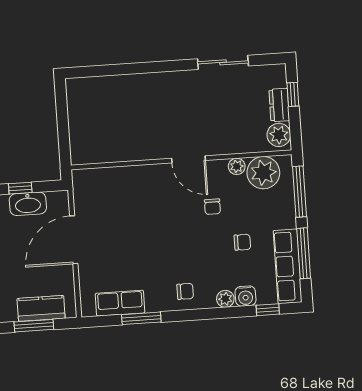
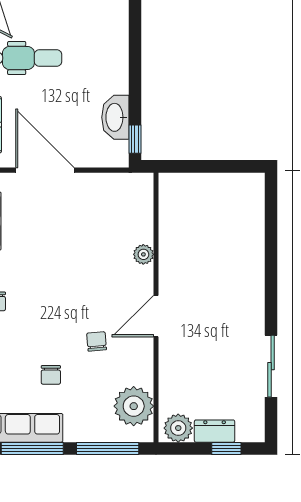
plant: (237, 166) -> (143, 254), moved
window: (20, 188) -> (135, 139), moved
chair: (212, 207) -> (97, 341), turned 85
door: (74, 240) -> (45, 170), moved

